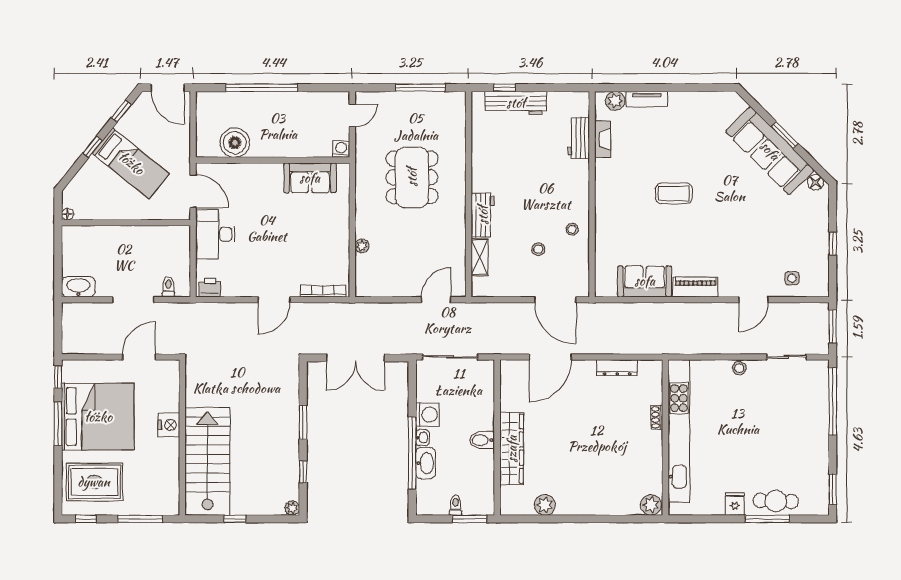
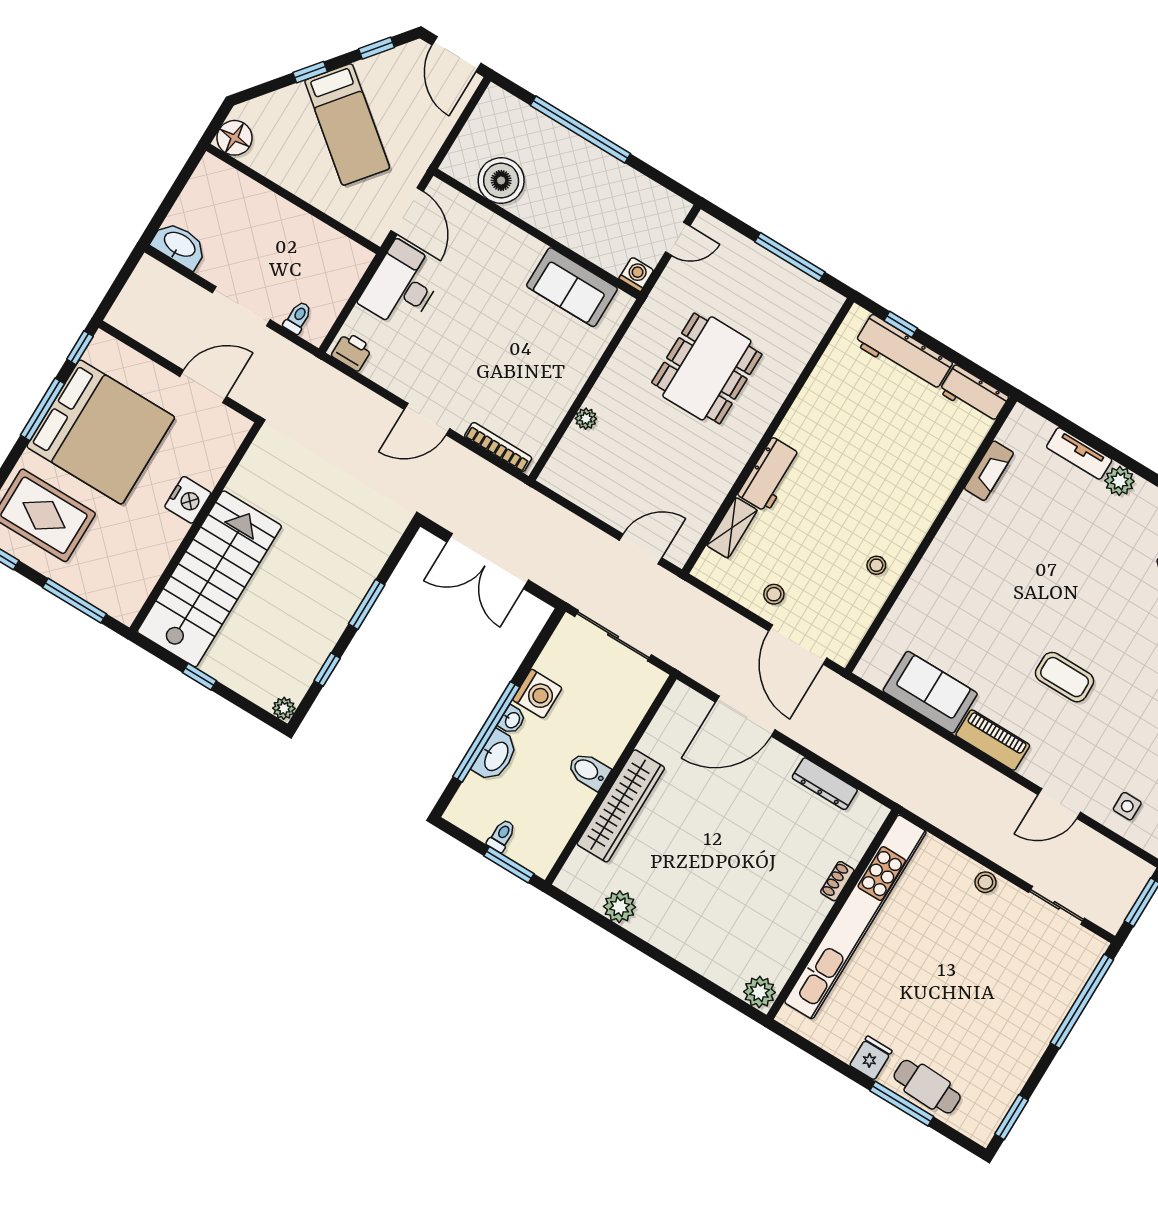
plant: (615, 101) -> (1119, 481), moved
workbench: (579, 138) -> (974, 394), moved, turned -90
coffee table: (674, 193) -> (1065, 677), moved
floor lamp: (68, 214) -> (234, 138), width x1.89, depth x1.89
stool: (538, 249) -> (774, 594), moved

